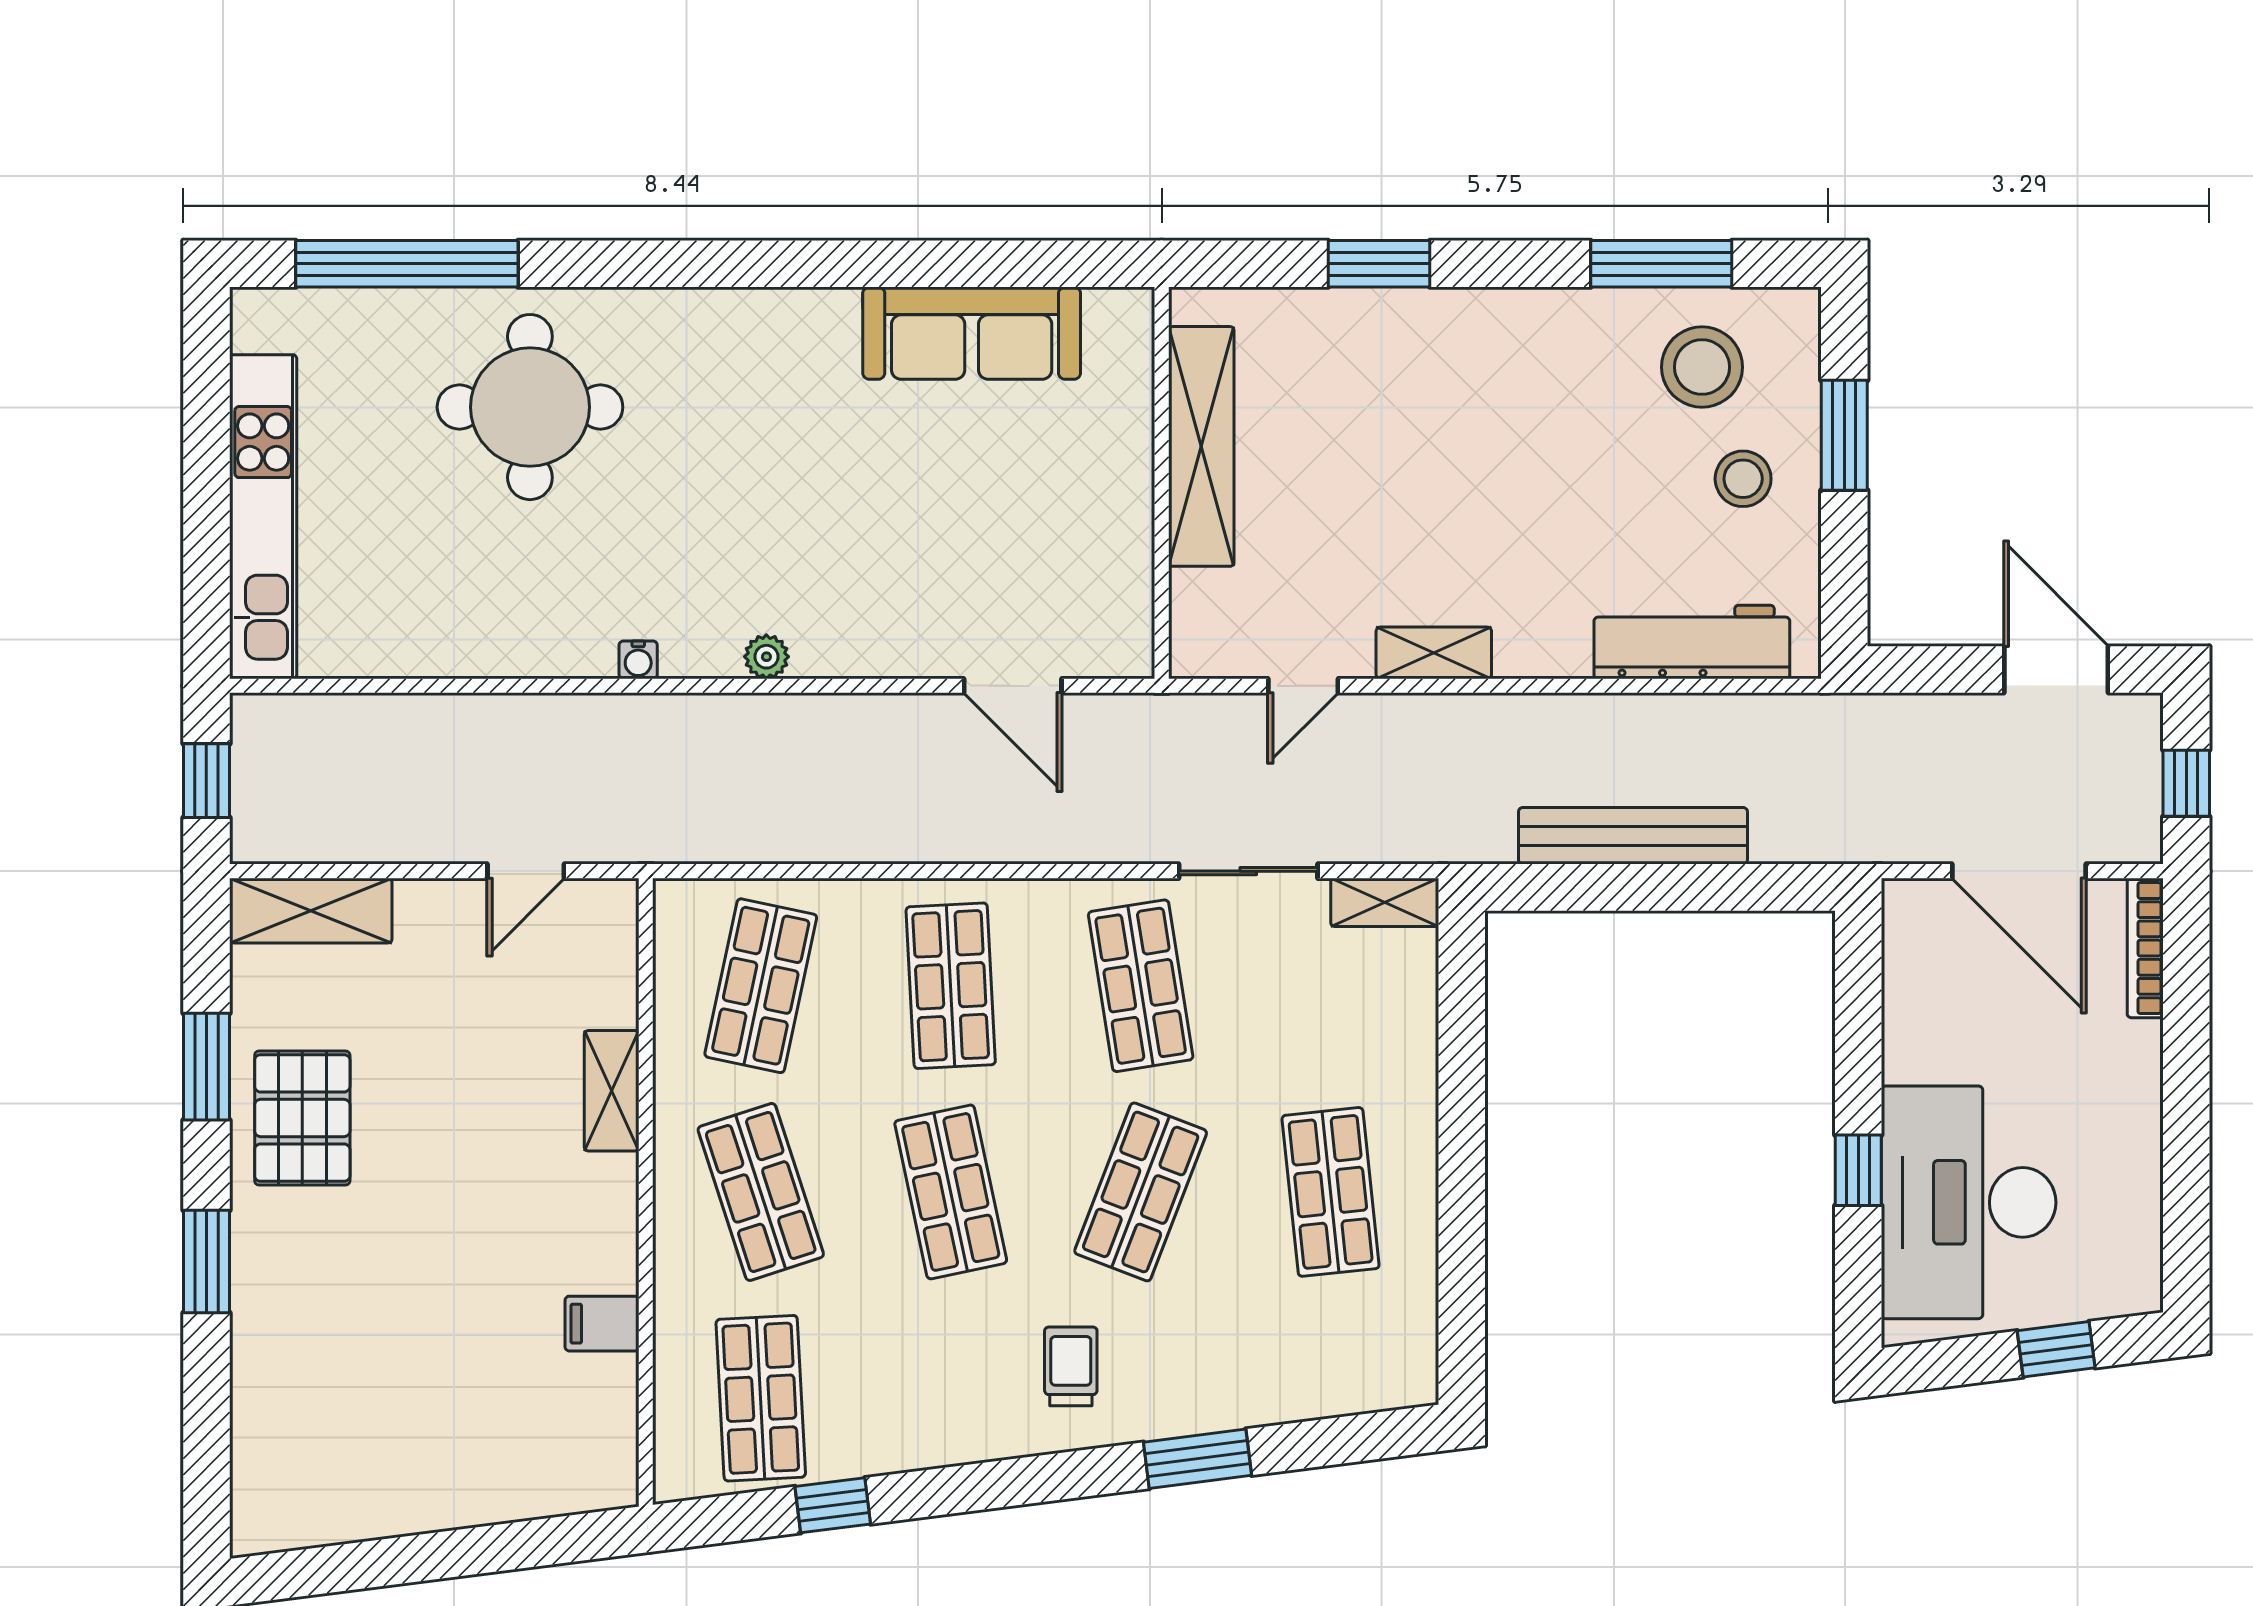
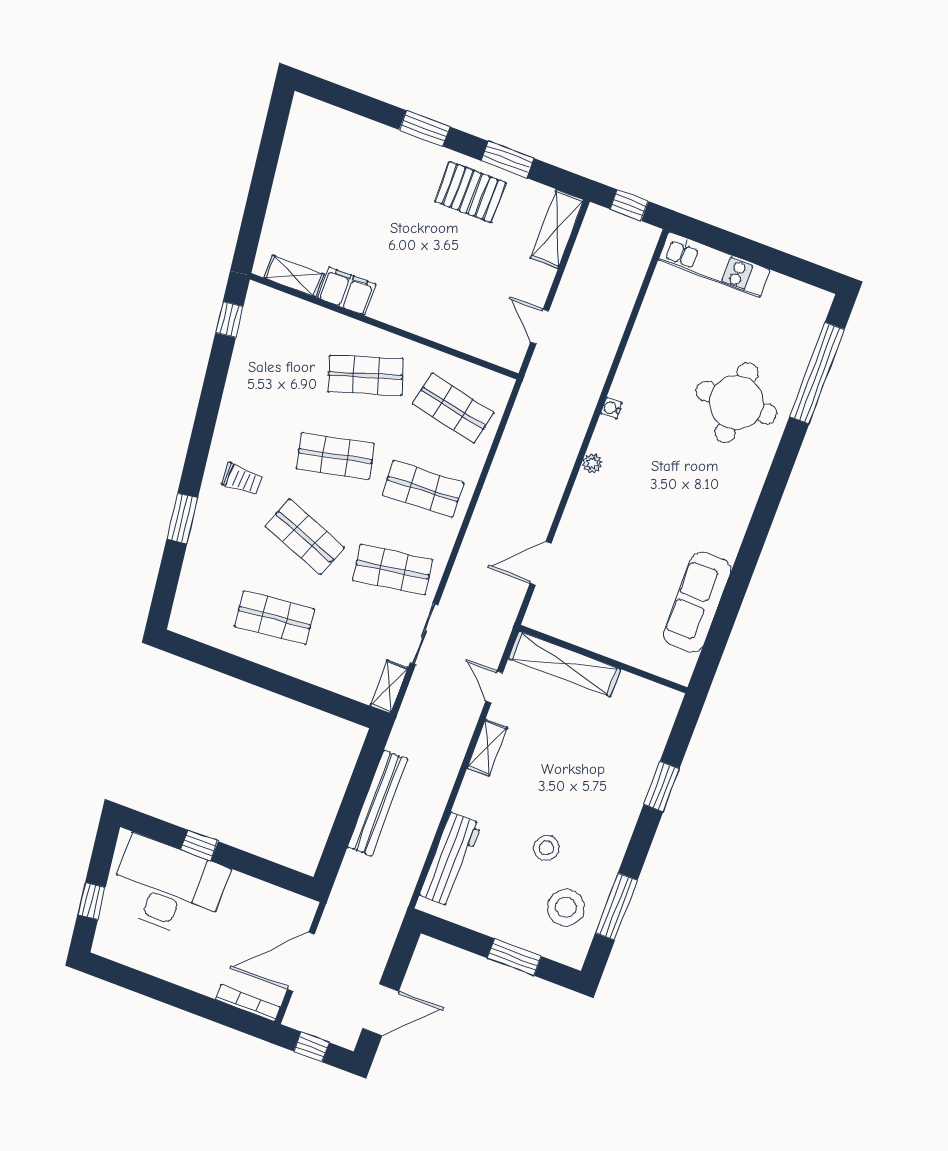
shelving: (1201, 446) -> (564, 664), moved
stool: (1743, 479) -> (546, 848), moved
kitchen unit: (263, 517) -> (714, 265), width x0.73
shelving: (612, 1091) -> (294, 276), moved
filing cabinet: (602, 1324) -> (347, 291), width x2.00
shop shelf: (761, 1398) -> (278, 342), removed
window: (833, 1505) -> (229, 320), moved

